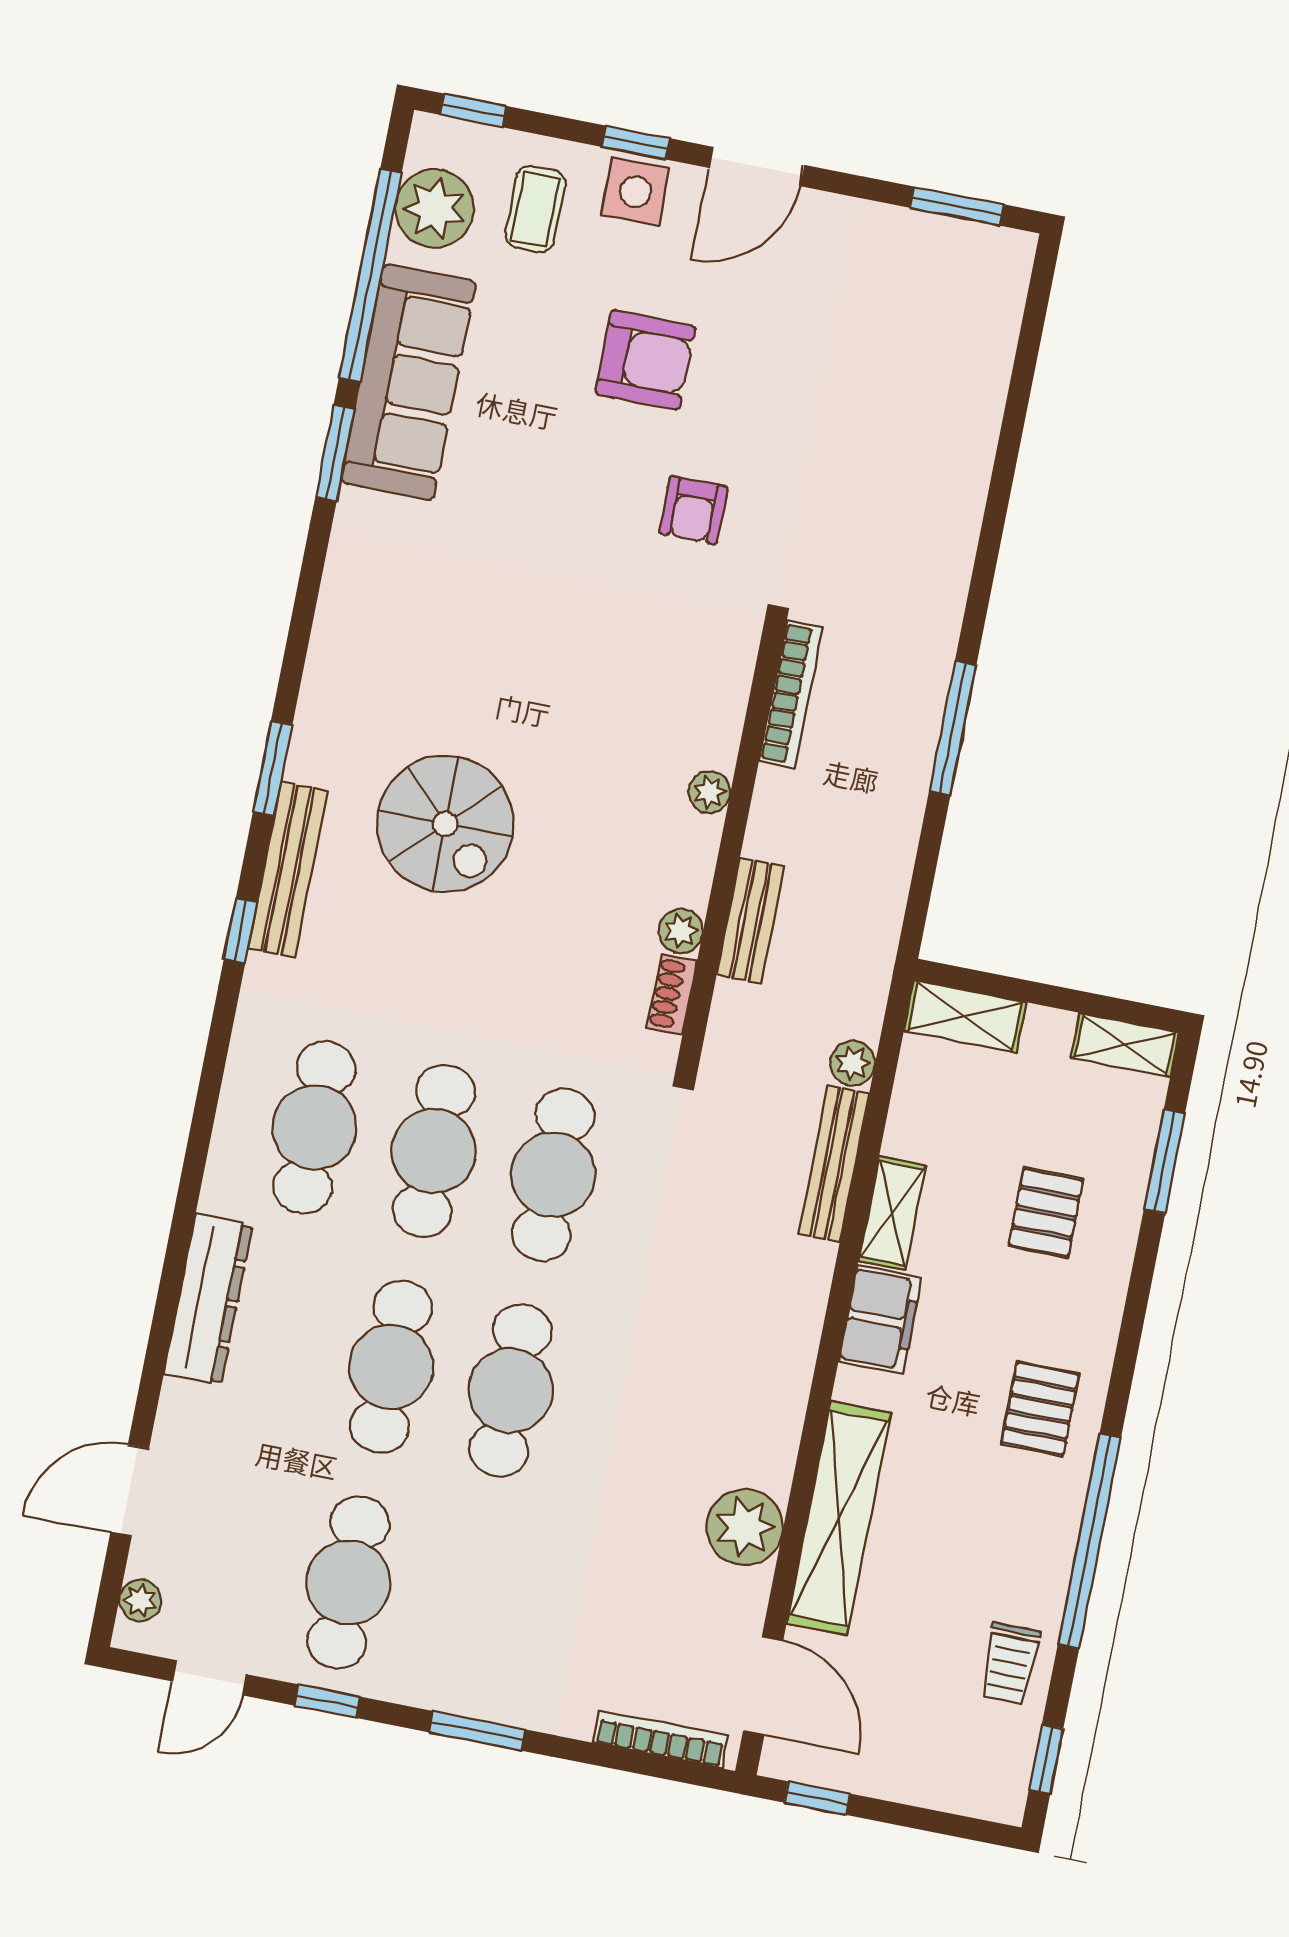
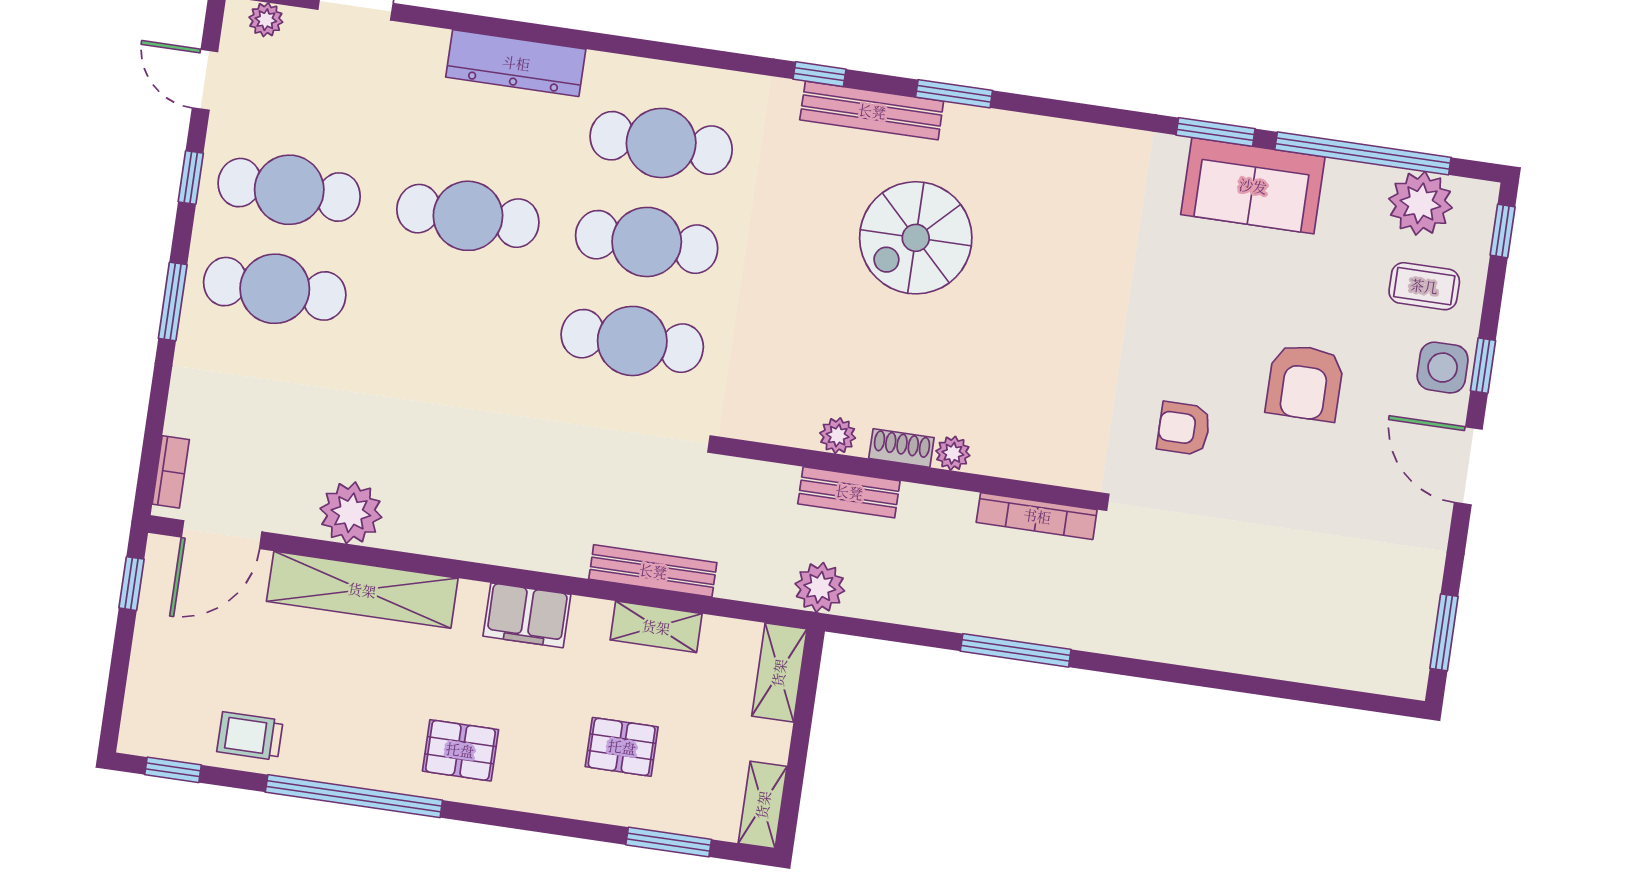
sofa: (408, 382) -> (1253, 186), width x0.73
shoe rack: (672, 994) -> (901, 448), moved
plant: (853, 1063) -> (820, 587), moved, width x1.38, depth x1.38
shelving: (892, 1213) -> (656, 627), moved
cafe table: (510, 1390) -> (275, 289), moved
bookcase: (661, 1739) -> (171, 472), width x0.64

